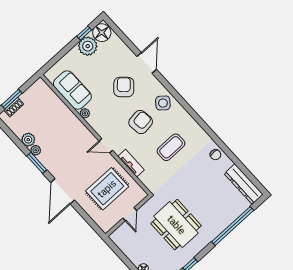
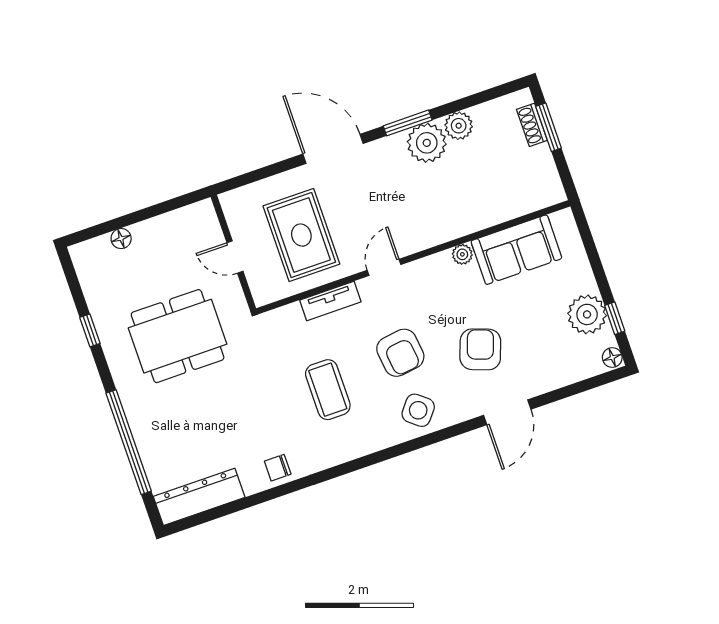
floor lamp: (102, 33) -> (612, 357), width x0.53, depth x0.53
door: (147, 63) -> (507, 412), hinge flipped
armchair: (124, 87) -> (480, 349), turned -113
plant: (36, 150) -> (427, 143), width x1.87, depth x1.87

